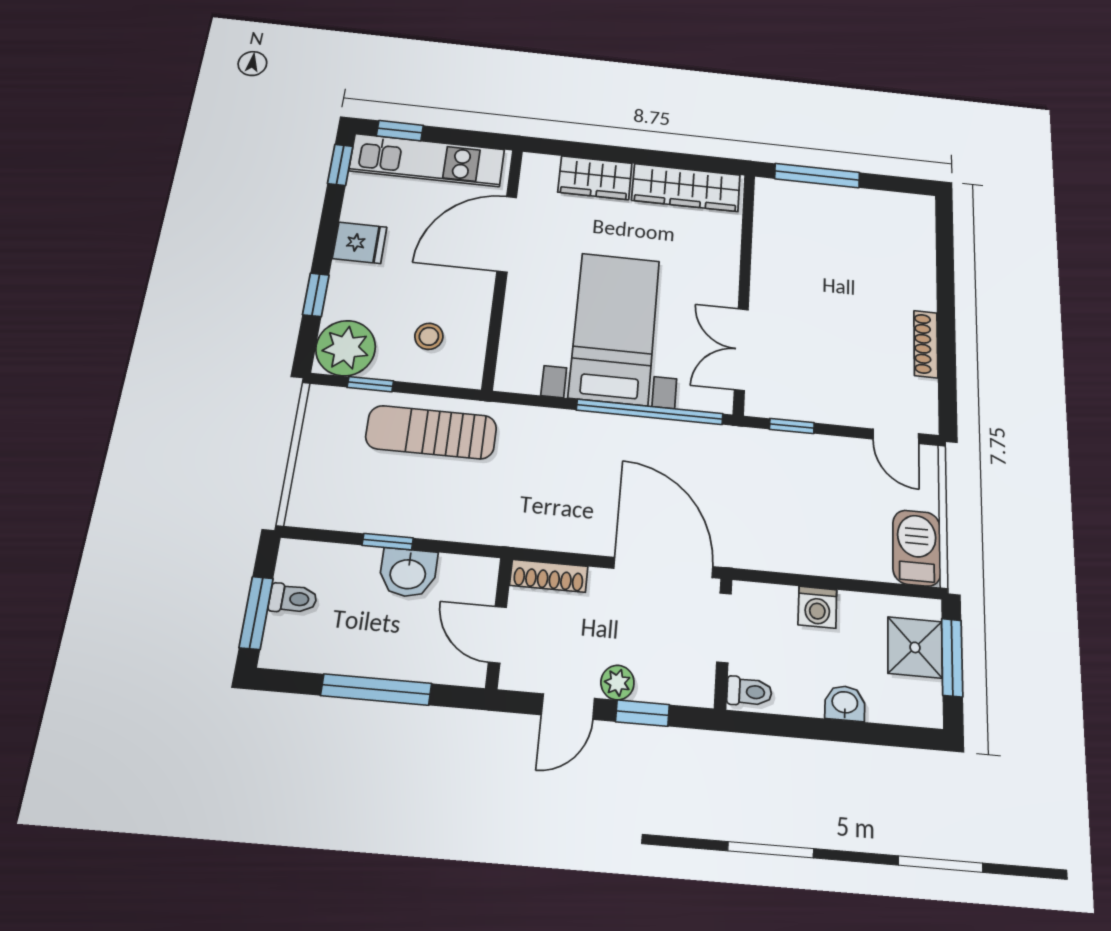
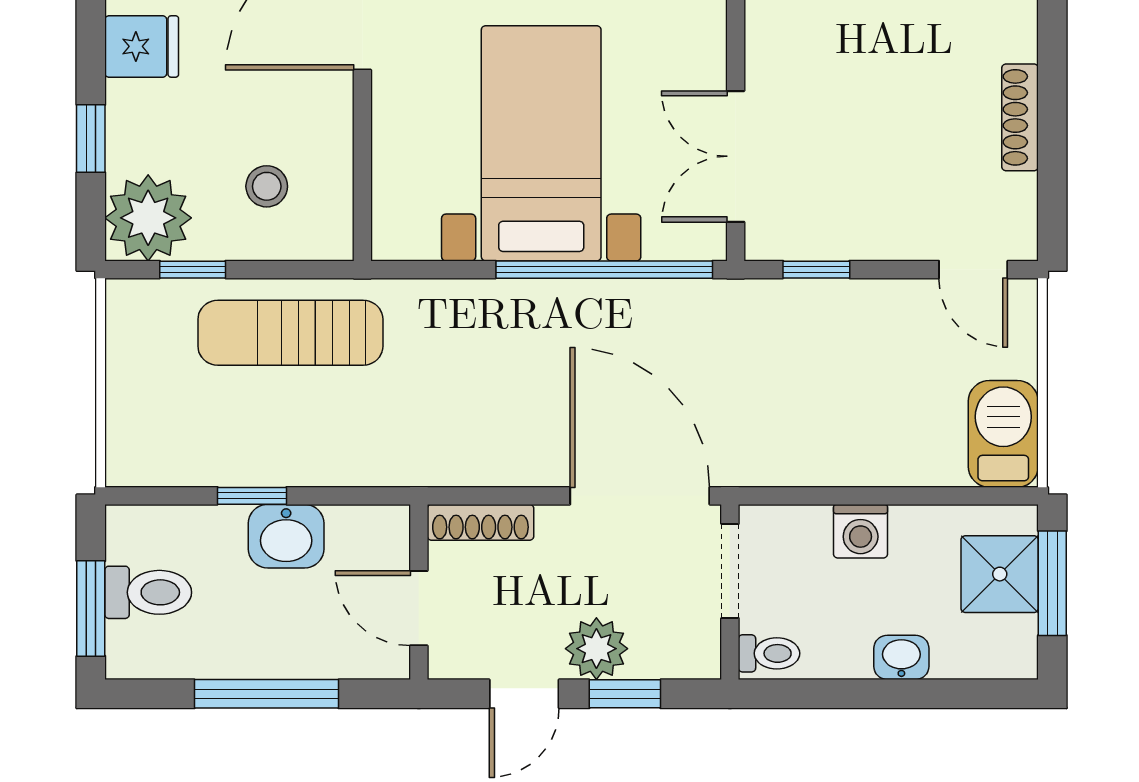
toilet: (293, 599) -> (148, 592), width x1.37, depth x1.39
plant: (617, 683) -> (596, 649), width x1.38, depth x1.38

